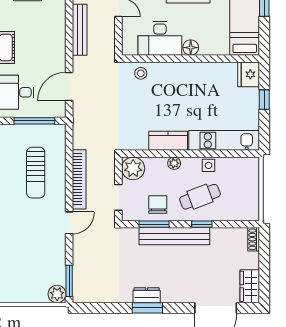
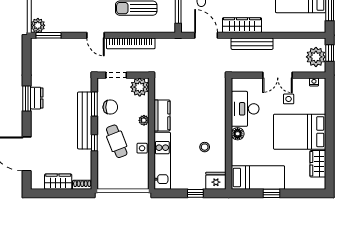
wardrobe: (57, 42) -> (242, 25), added
stool: (141, 73) -> (205, 147), moved
wardrobe: (250, 286) -> (58, 182), moved

